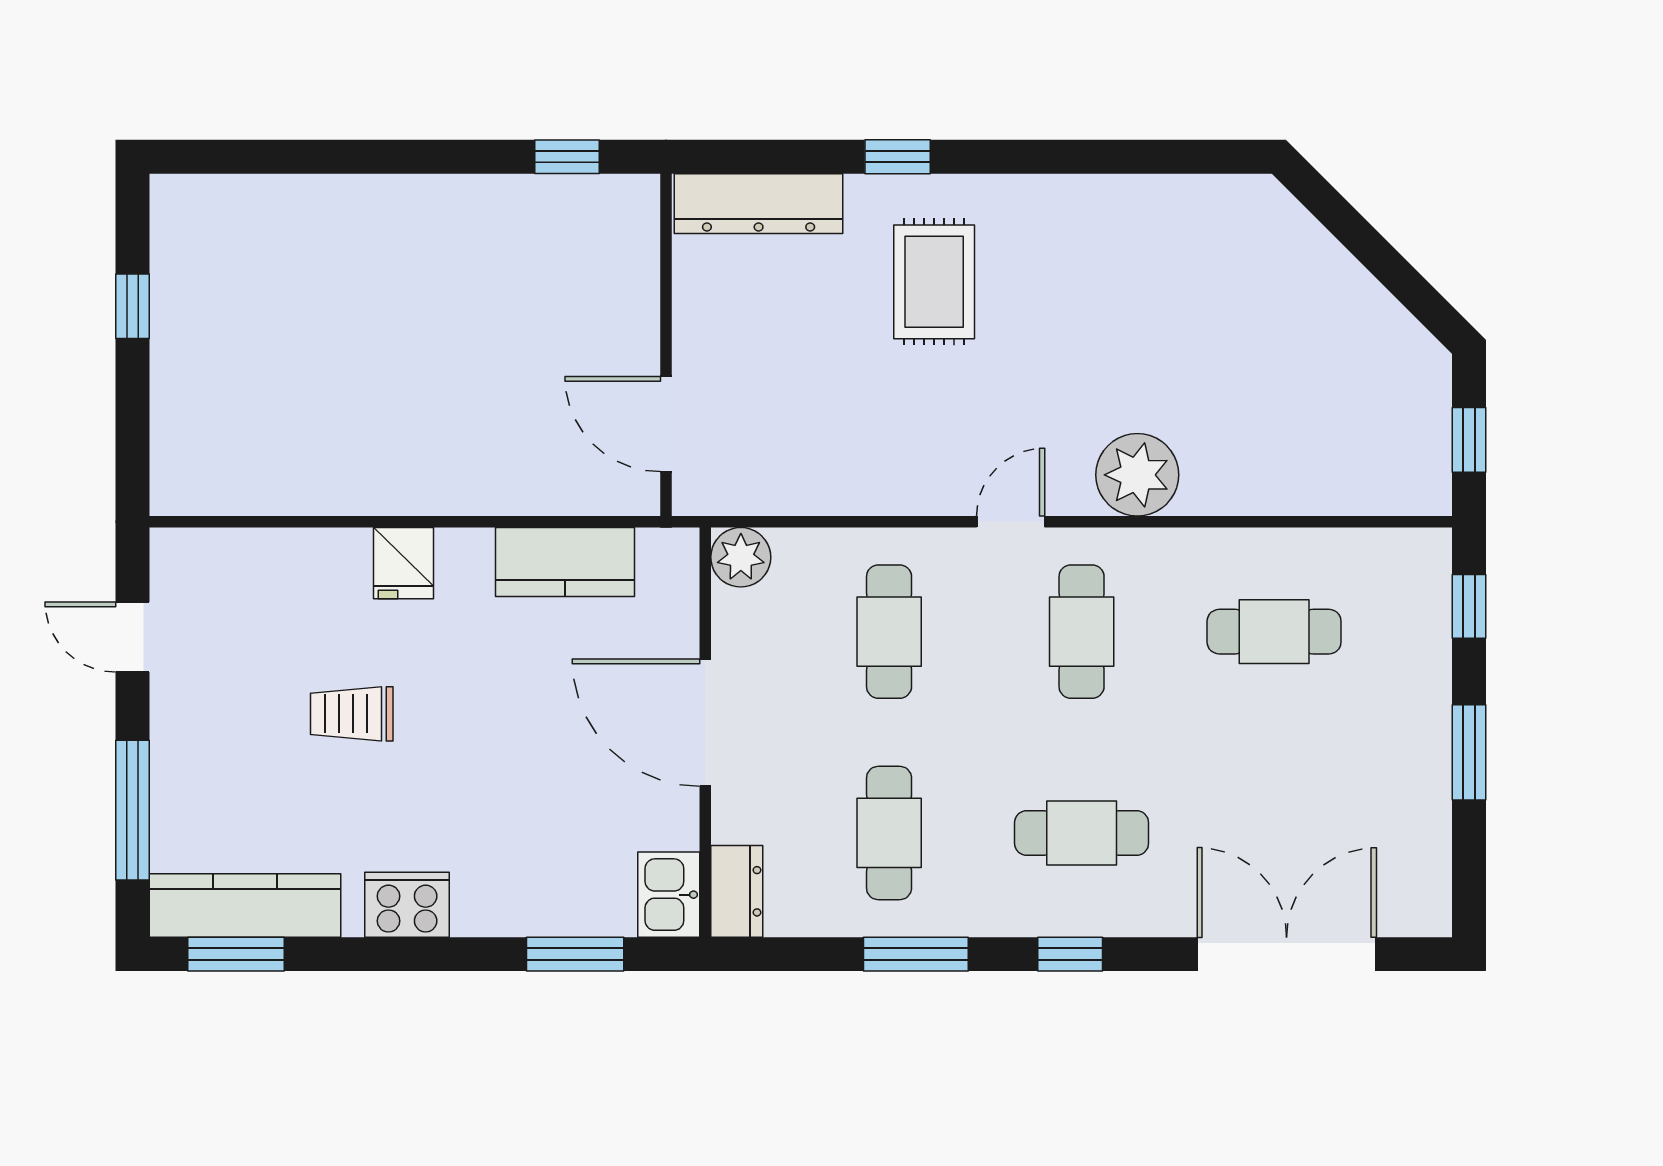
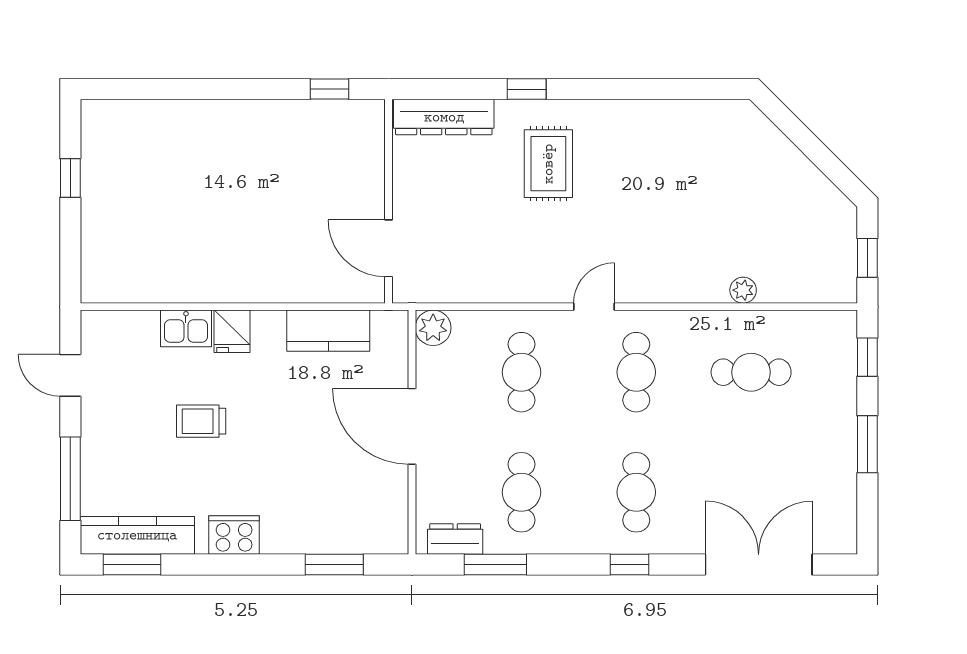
plant: (1137, 475) -> (743, 290), moved, width x0.53, depth x0.53
cafe table: (1082, 833) -> (636, 492), turned 90
dresser: (737, 891) -> (455, 539), moved, turned -90
kitchen sink: (669, 895) -> (186, 328), moved, turned -90
window: (916, 954) -> (495, 564), moved

